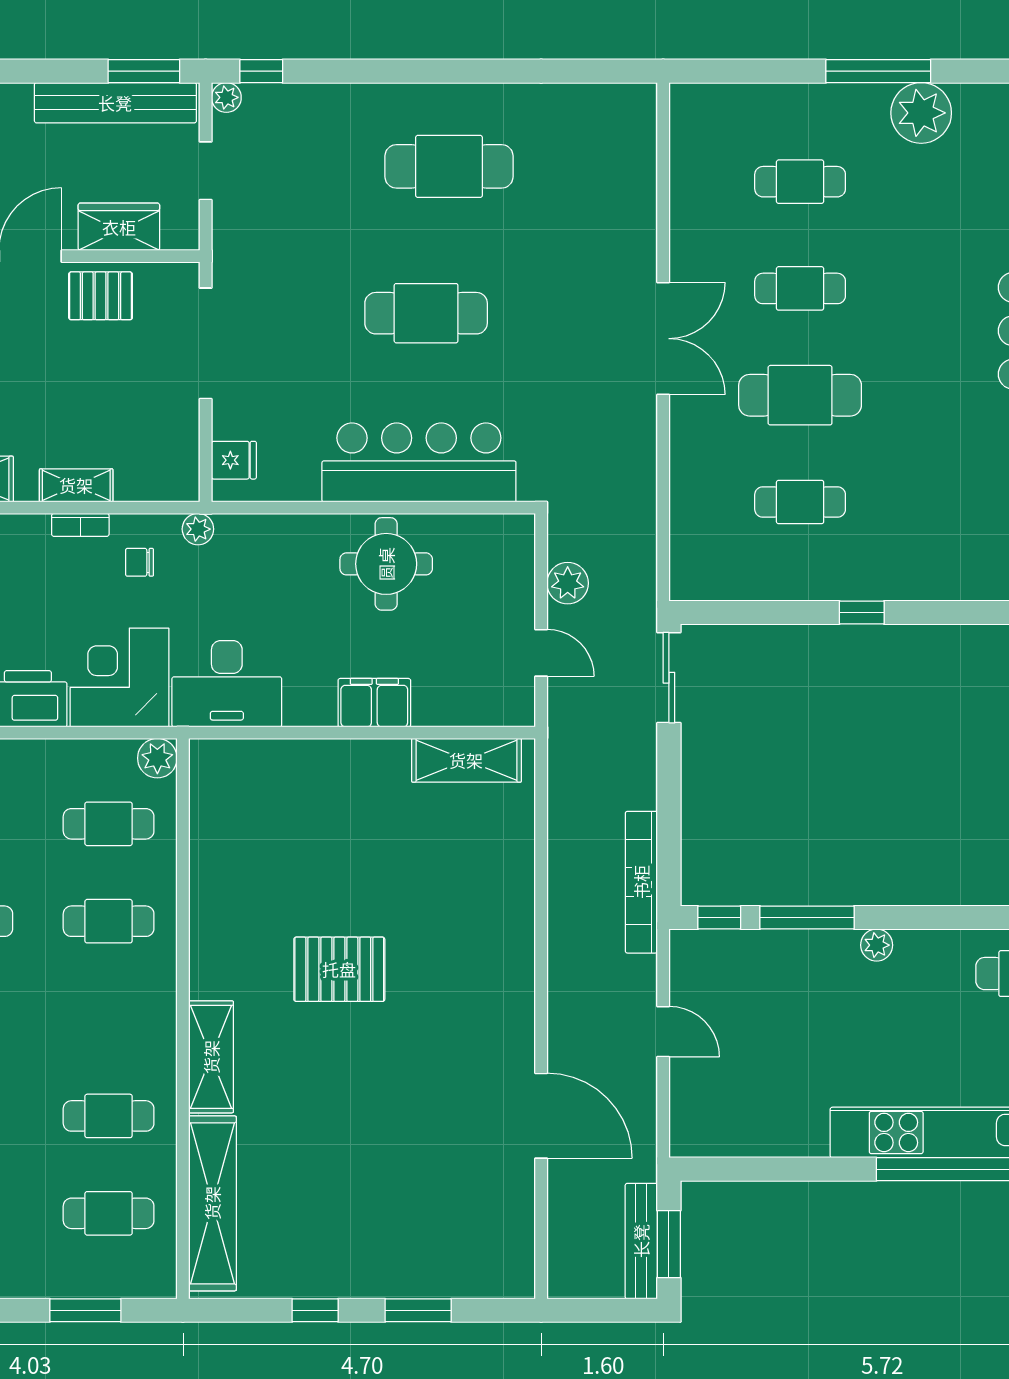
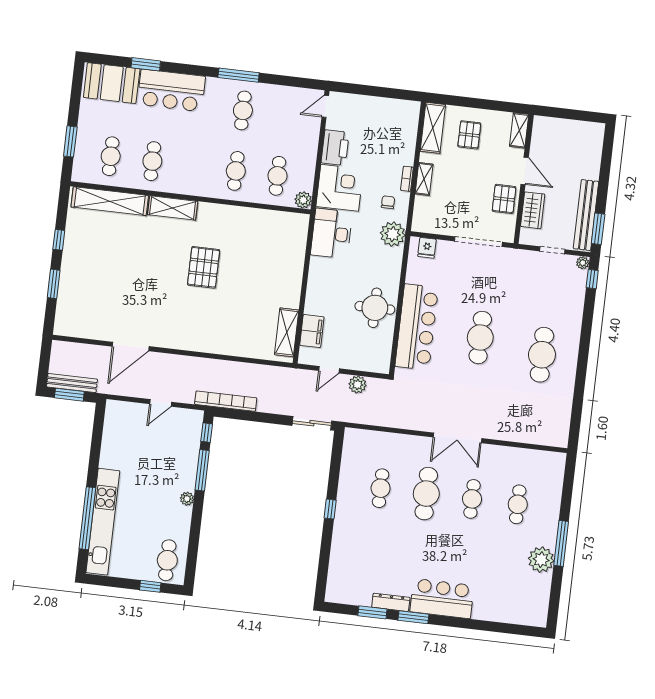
plant: (198, 529) -> (393, 234), width x1.88, depth x1.88
filing cabinet: (374, 703) -> (312, 331), moved

